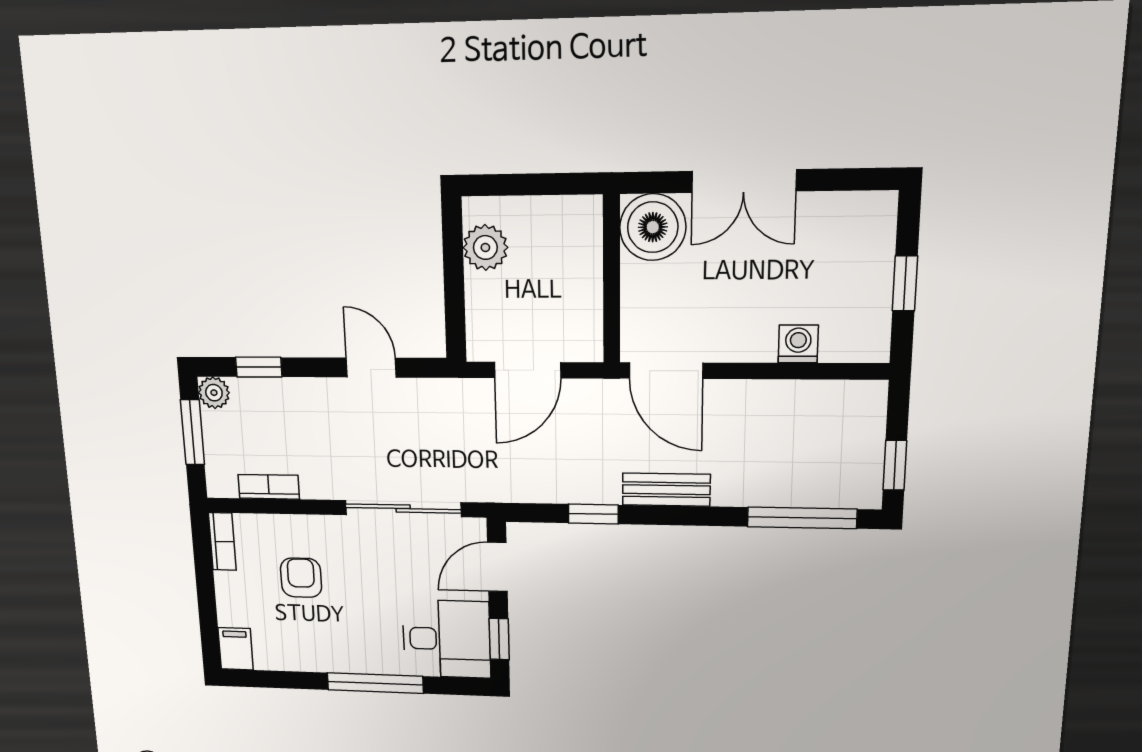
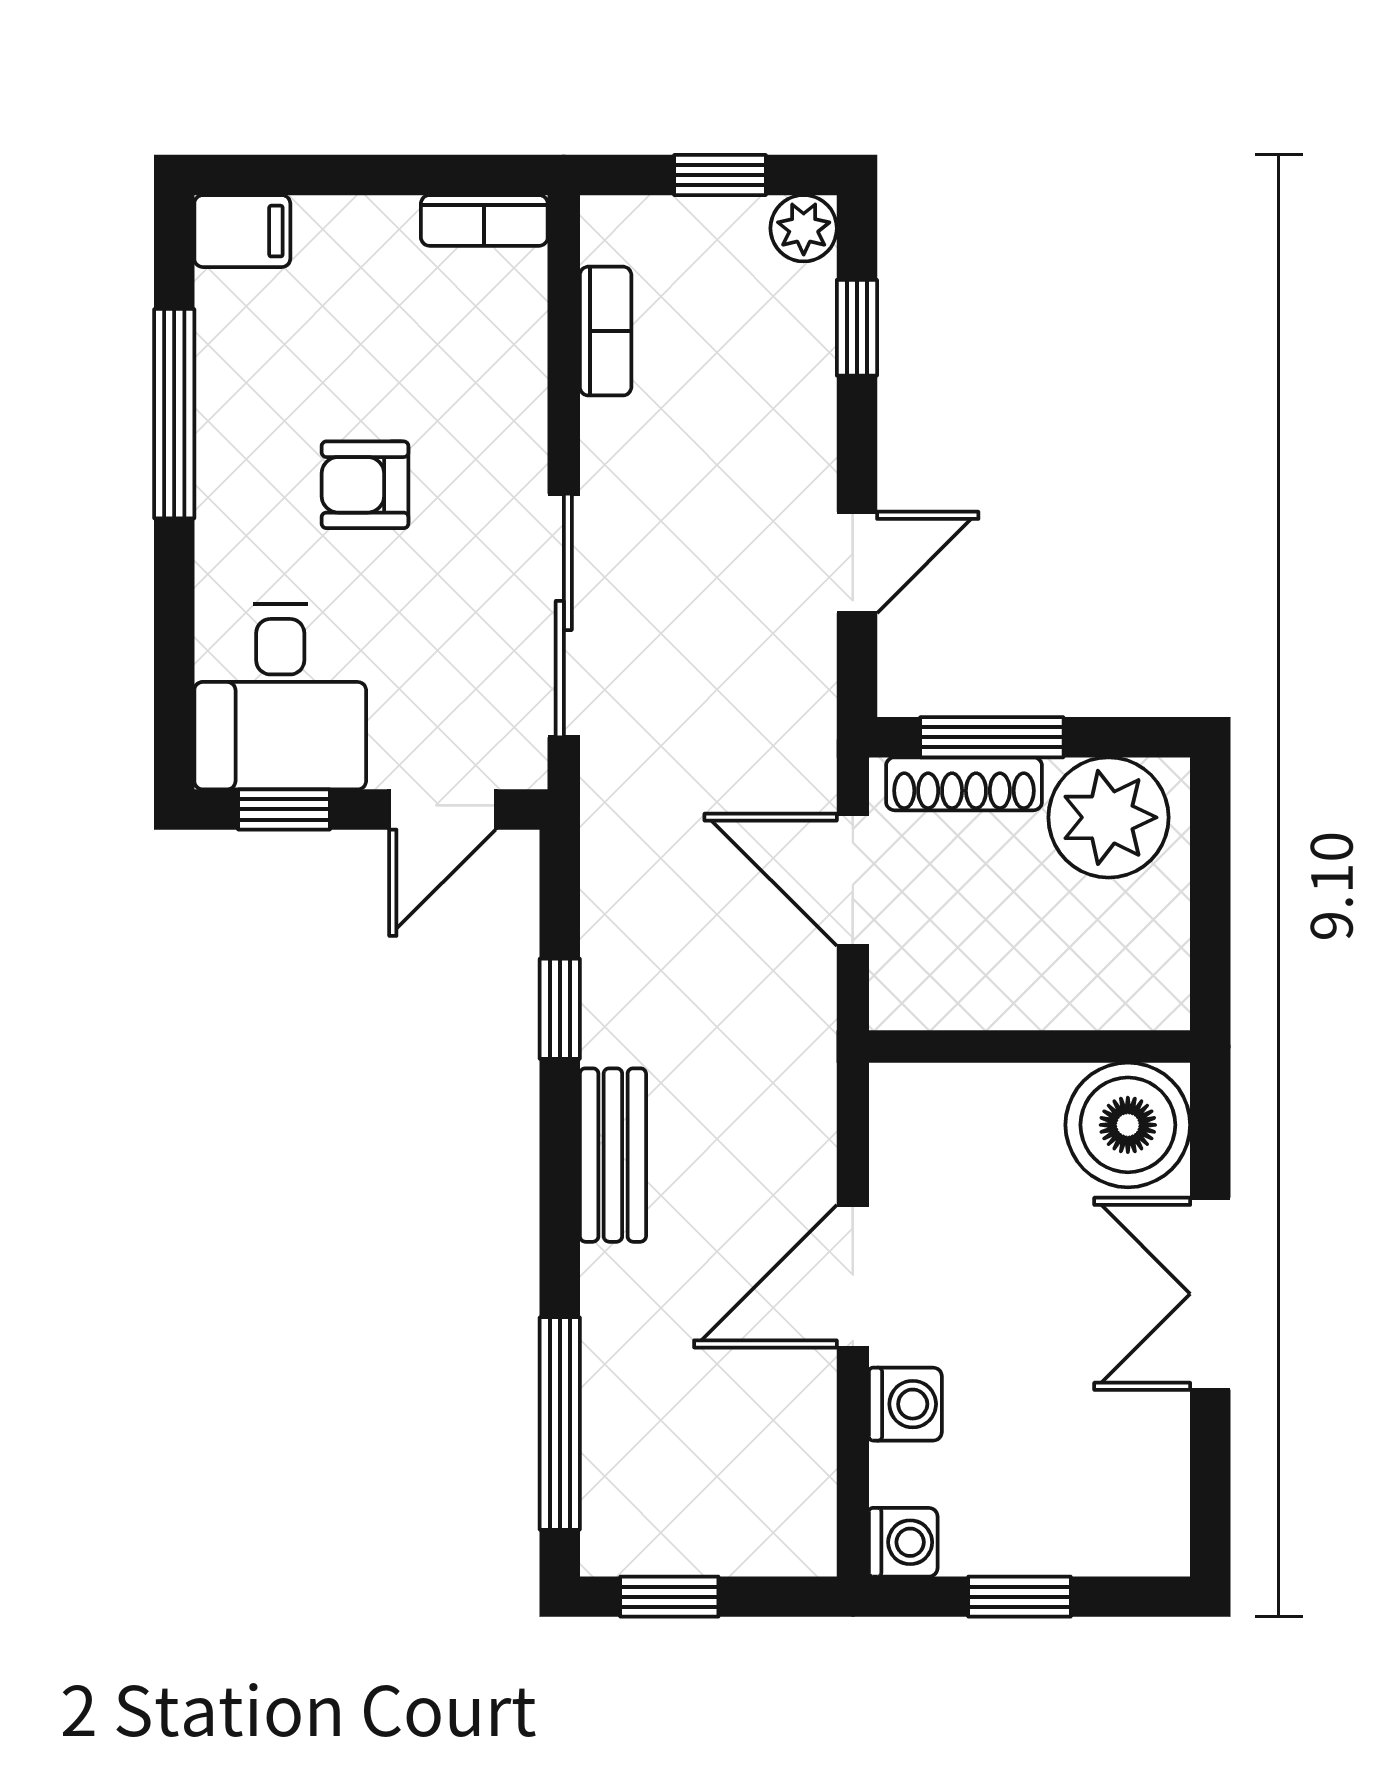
plant: (485, 248) -> (1109, 817), width x1.36, depth x1.36
window: (455, 300) -> (992, 737), added
shoe rack: (478, 314) -> (964, 784), added
washing machine: (872, 345) -> (903, 1542), added
door: (666, 371) -> (853, 1276), moved
window: (193, 432) -> (720, 175), width x0.67
door: (497, 567) -> (442, 809), swing flipped
armchair: (301, 578) -> (365, 485), moved, turned 180
window: (375, 683) -> (174, 414), moved

